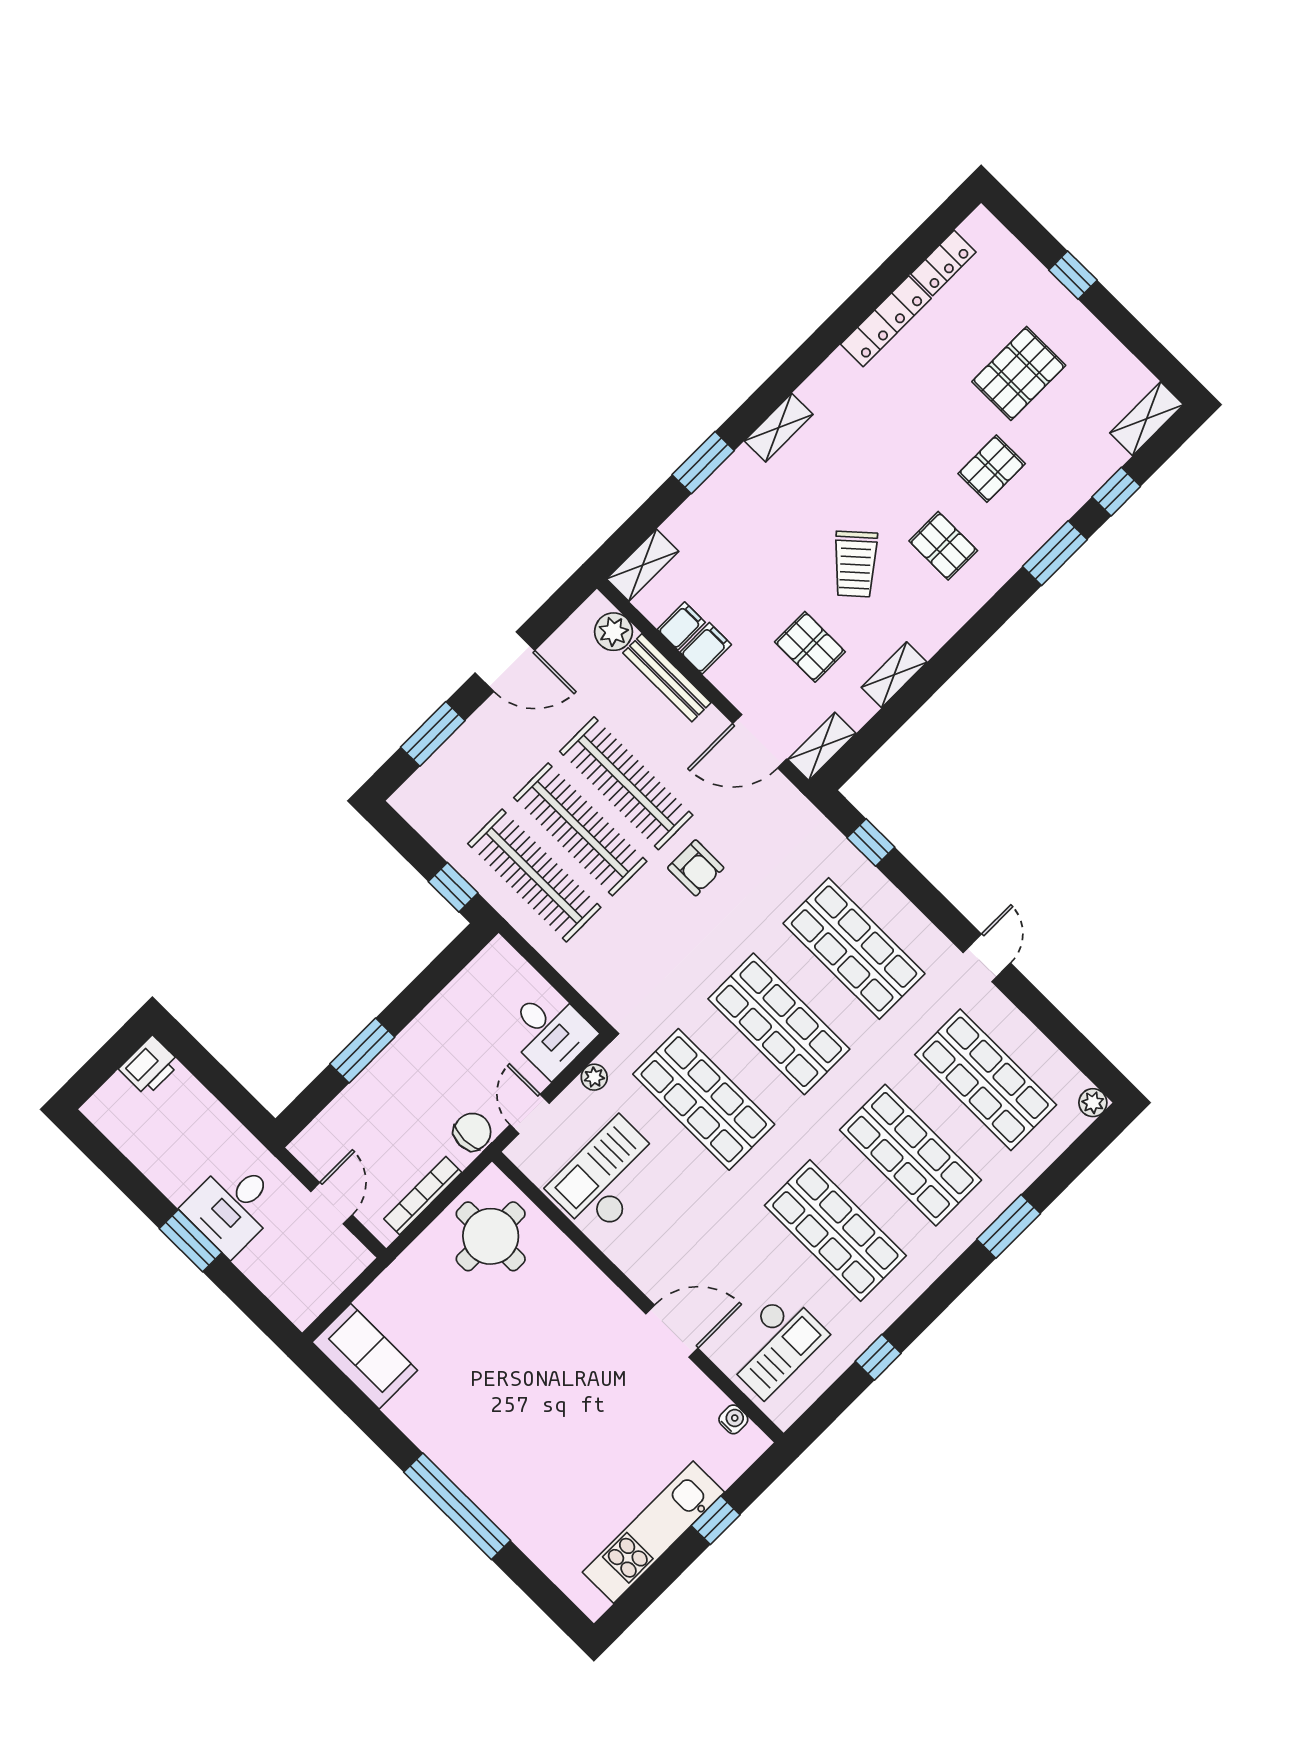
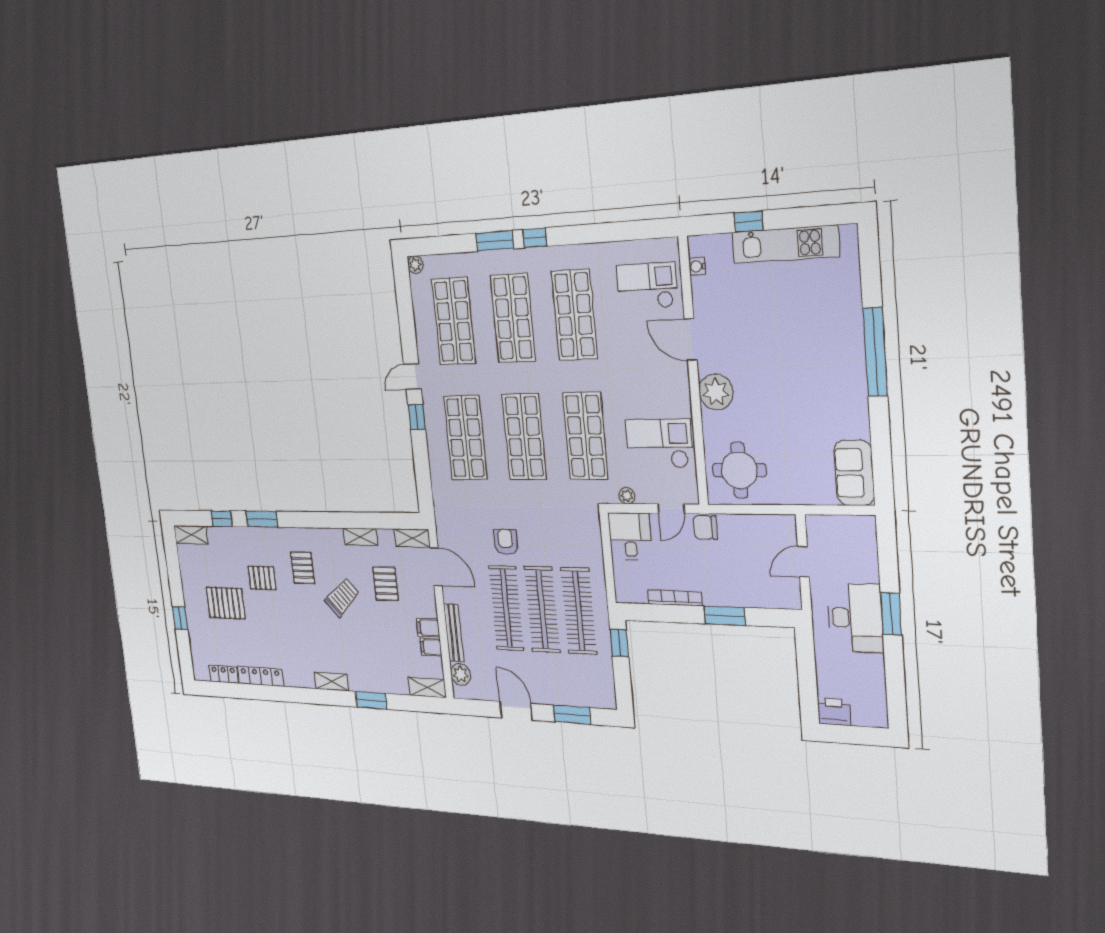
window: (871, 842) -> (417, 417), moved
checkout: (608, 1177) -> (659, 444), turned 180
bookcase: (423, 1196) -> (675, 598), moved, turned 180
desk: (232, 1207) -> (855, 618), width x1.37
plant: (593, 1299) -> (716, 392), added
window: (878, 1357) -> (535, 238), moved

